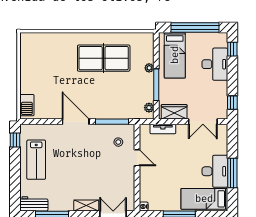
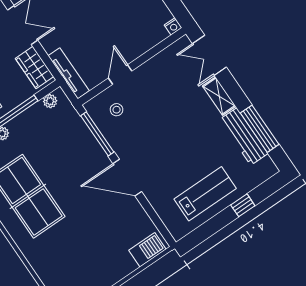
door: (76, 122) -> (127, 178), hinge flipped
tv unit: (163, 129) -> (69, 73), width x1.41
window: (15, 140) -> (243, 205), moved
workbench: (34, 204) -> (244, 136), moved, width x1.38

